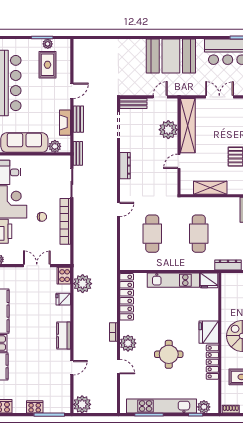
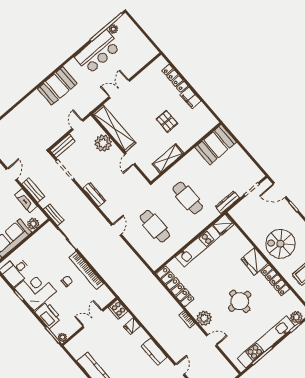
booth: (171, 56) -> (57, 86), width x0.73, depth x0.70
plant: (83, 284) -> (136, 304), removed

